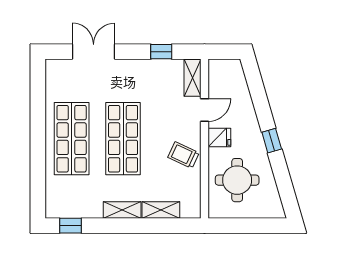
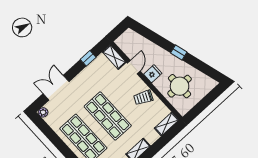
plant: (52, 66) -> (43, 112), added
shelving: (161, 210) -> (167, 124), moved

